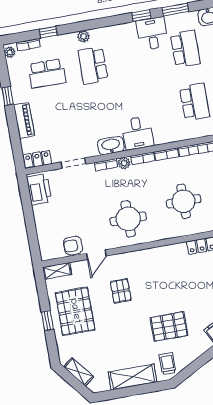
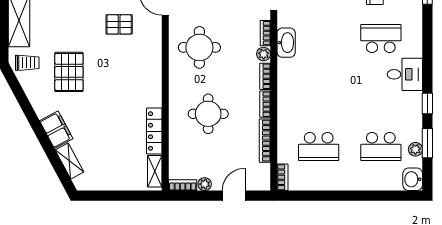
desk: (152, 34) -> (405, 74), moved
plant: (83, 36) -> (415, 149), moved
desk: (137, 133) -> (295, 75), removed

